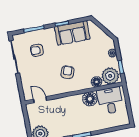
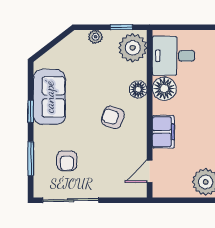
floor lamp: (97, 82) -> (138, 89), moved
filing cabinet: (65, 103) -> (163, 132), added

